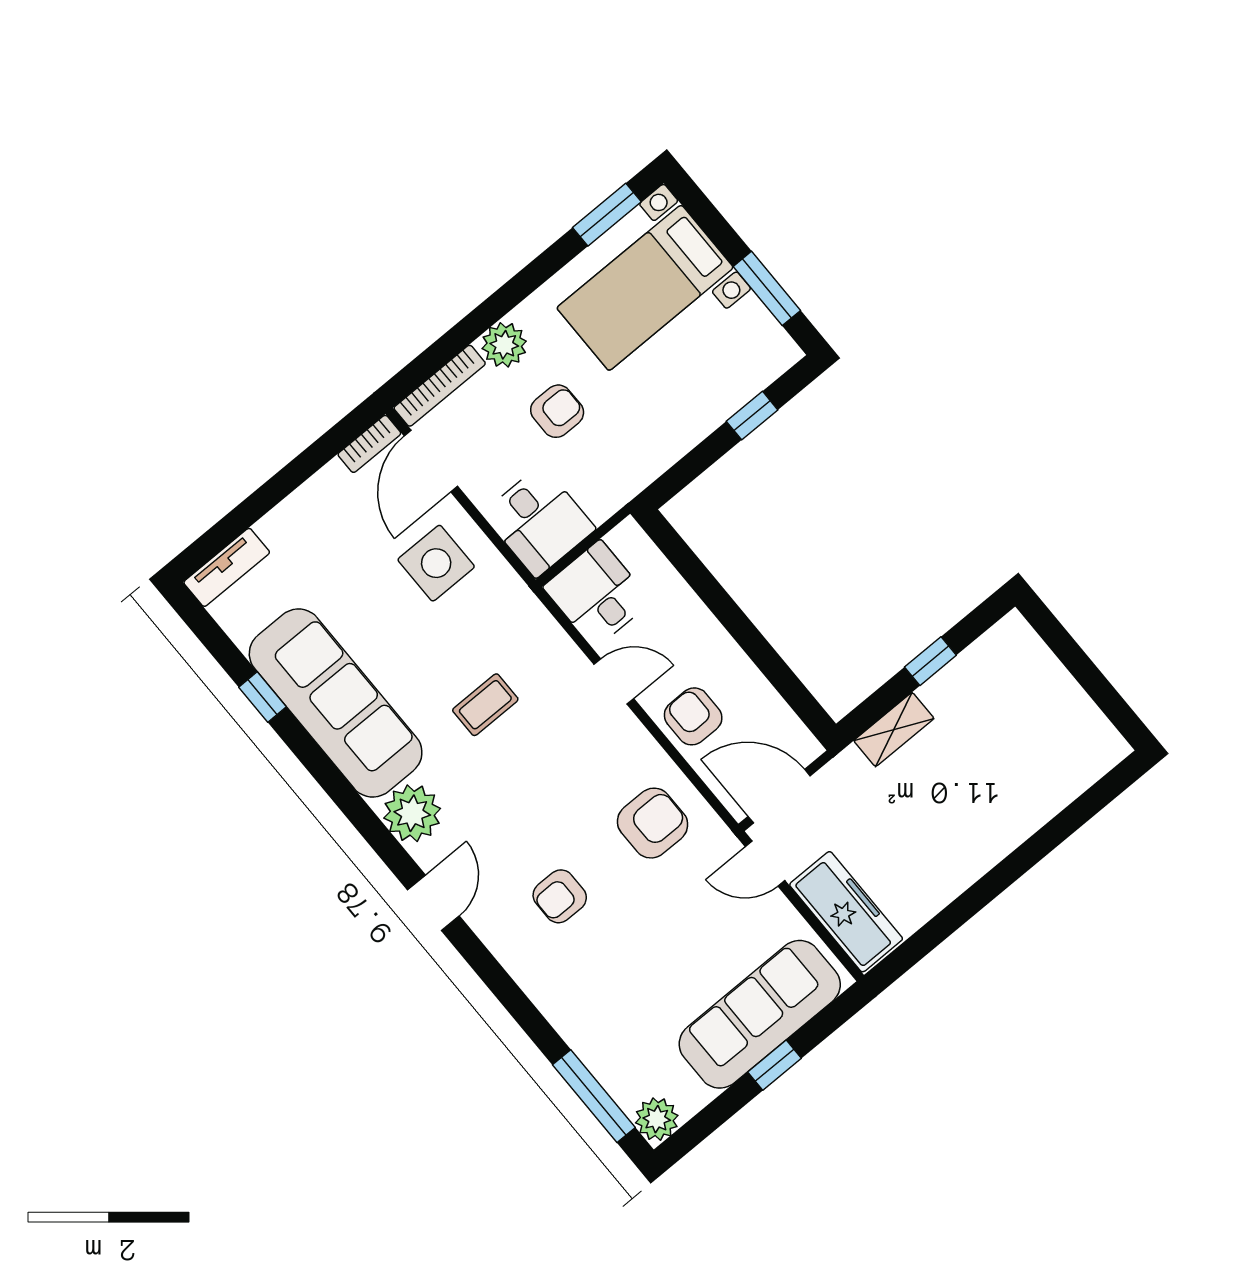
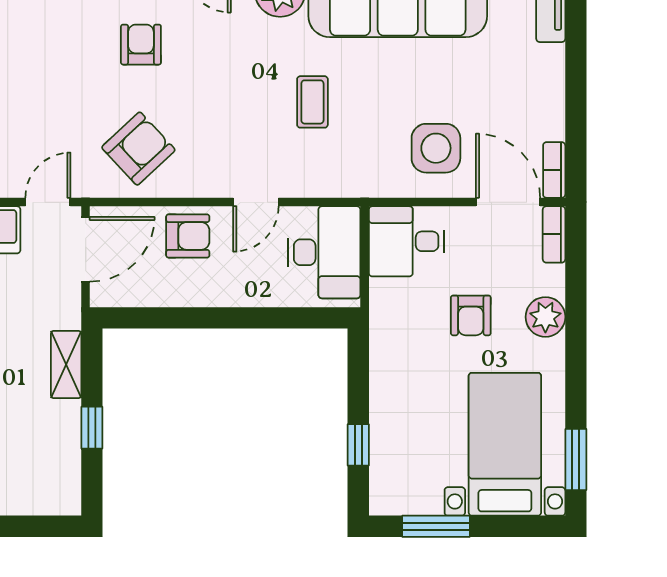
bookcase: (440, 386) -> (554, 234), width x0.64
desk: (597, 594) -> (324, 252), width x1.37
armchair: (653, 823) -> (138, 149), turned -133

